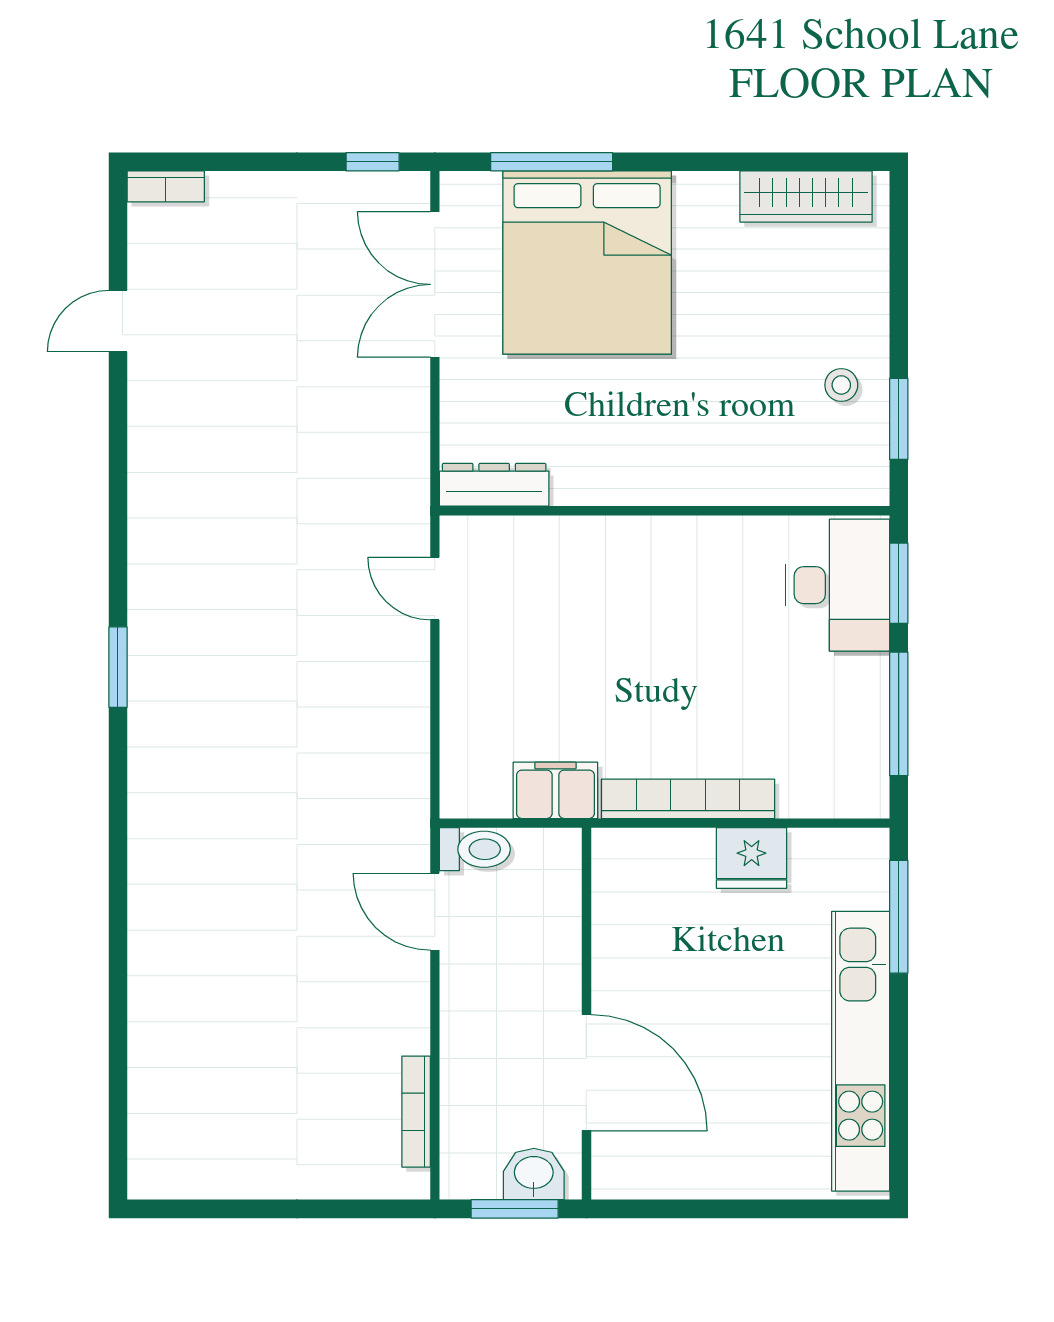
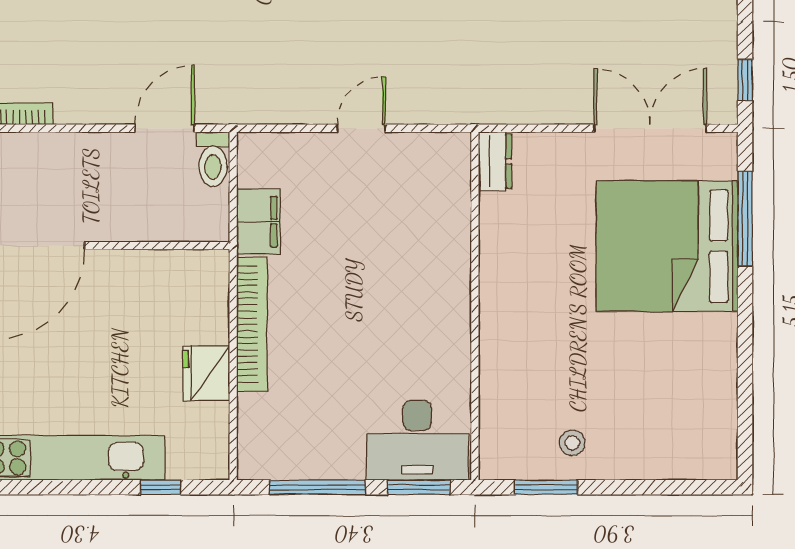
wardrobe: (806, 196) -> (718, 415), removed
dresser: (494, 485) -> (495, 161), width x0.70
door: (435, 589) -> (361, 128), moved
window: (899, 917) -> (161, 487), width x0.46

